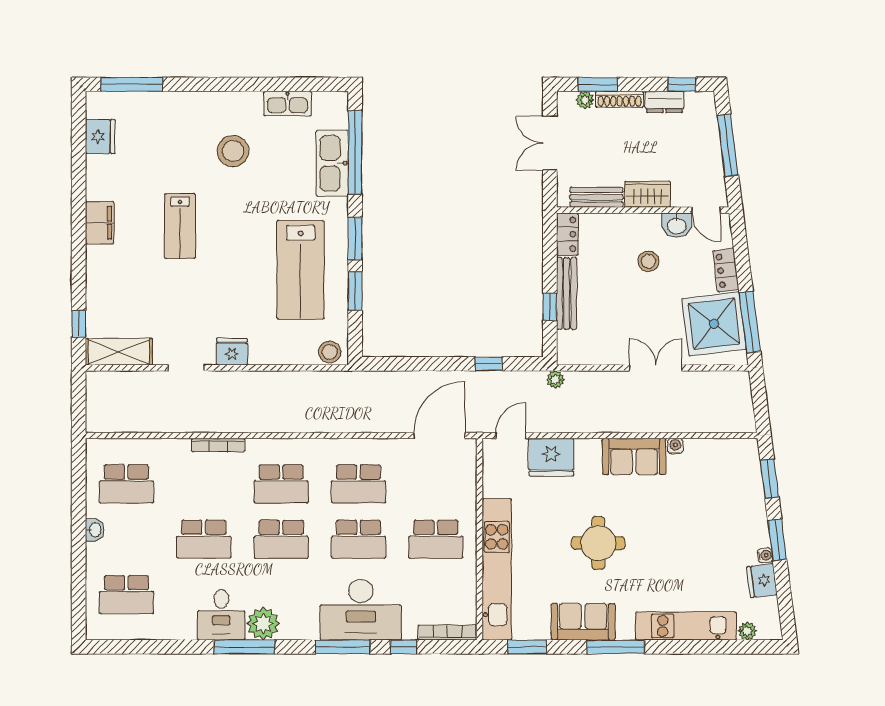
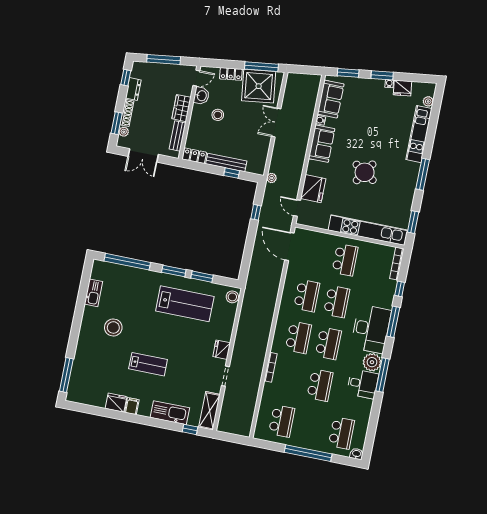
fridge: (100, 137) -> (116, 403), moved
kitchen sink: (332, 163) -> (170, 413), moved, turned 180
filing cabinet: (100, 223) -> (132, 406), width x0.50
washbasin: (95, 530) -> (357, 454), moved
window: (79, 542) -> (308, 453), added
round table: (598, 543) -> (365, 172), turned 33
desk: (361, 610) -> (371, 329), moved
sofa: (583, 622) -> (331, 99), moved, turned 180

